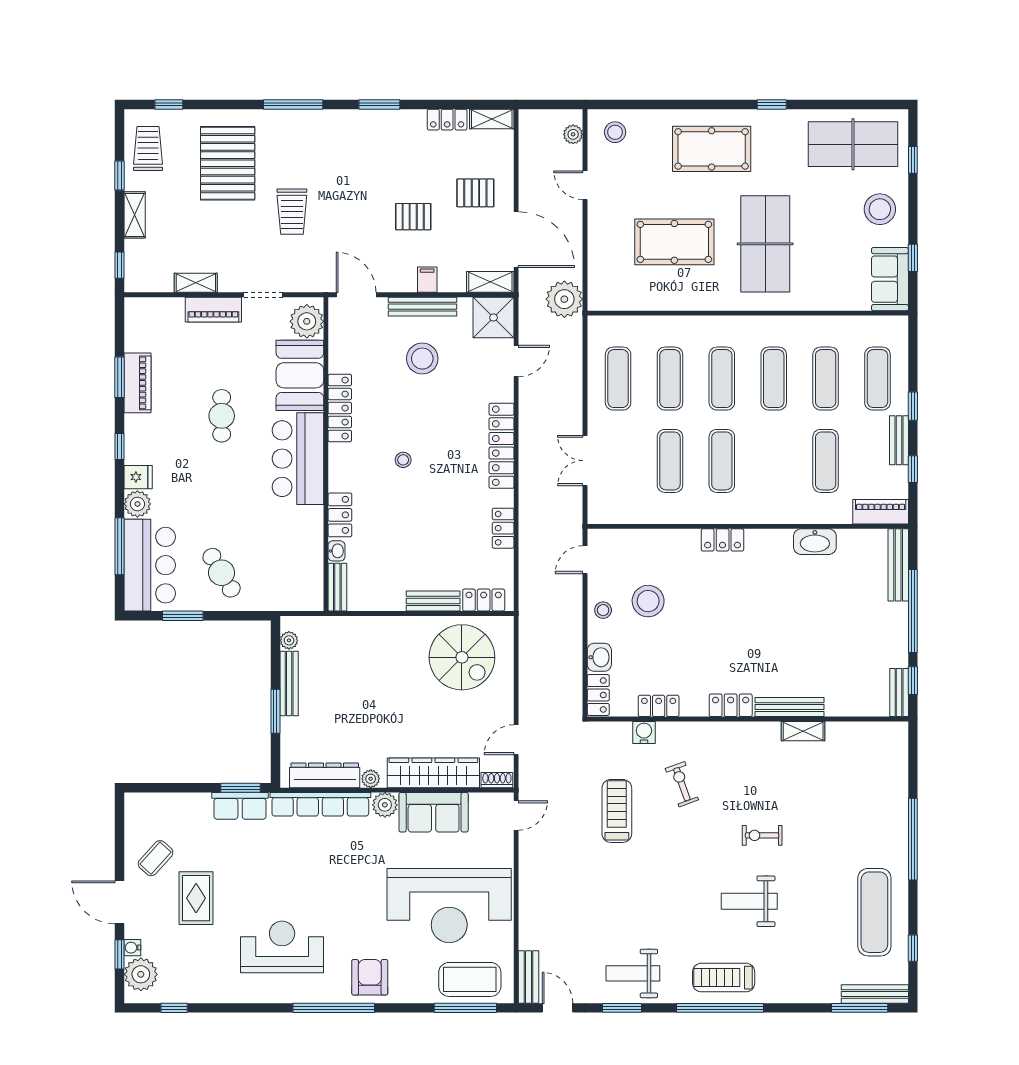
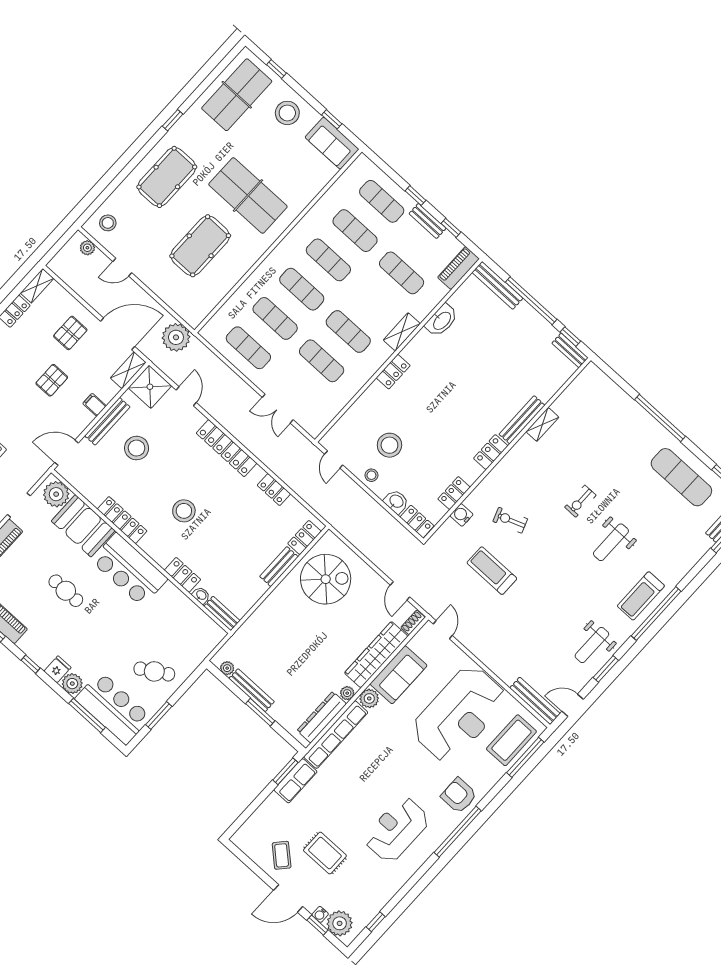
stool: (403, 460) -> (184, 511), width x1.89, depth x1.89
shelving: (769, 513) -> (402, 332), added
bench: (529, 977) -> (535, 701), width x1.36

